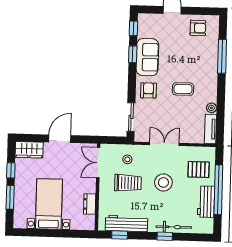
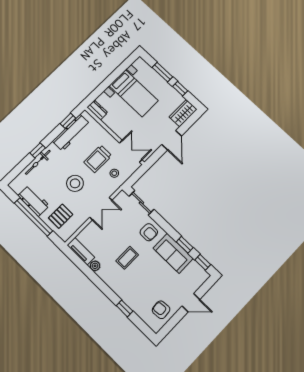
armchair: (198, 28) -> (161, 310), turned 85
window: (222, 56) -> (125, 308), width x0.46
dresser: (90, 204) -> (97, 110), moved

